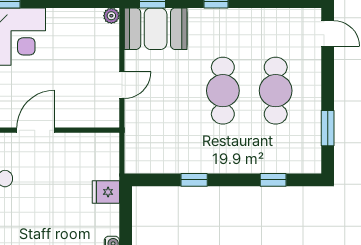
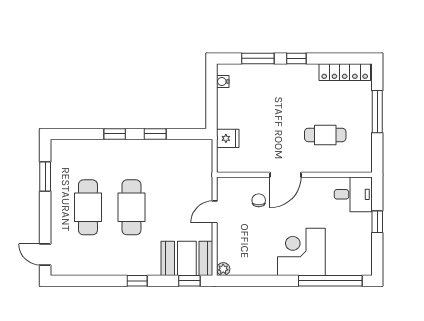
chair: (68, 99) -> (259, 200), added
window: (273, 180) -> (115, 134), moved
fridge: (106, 192) -> (228, 138), moved

